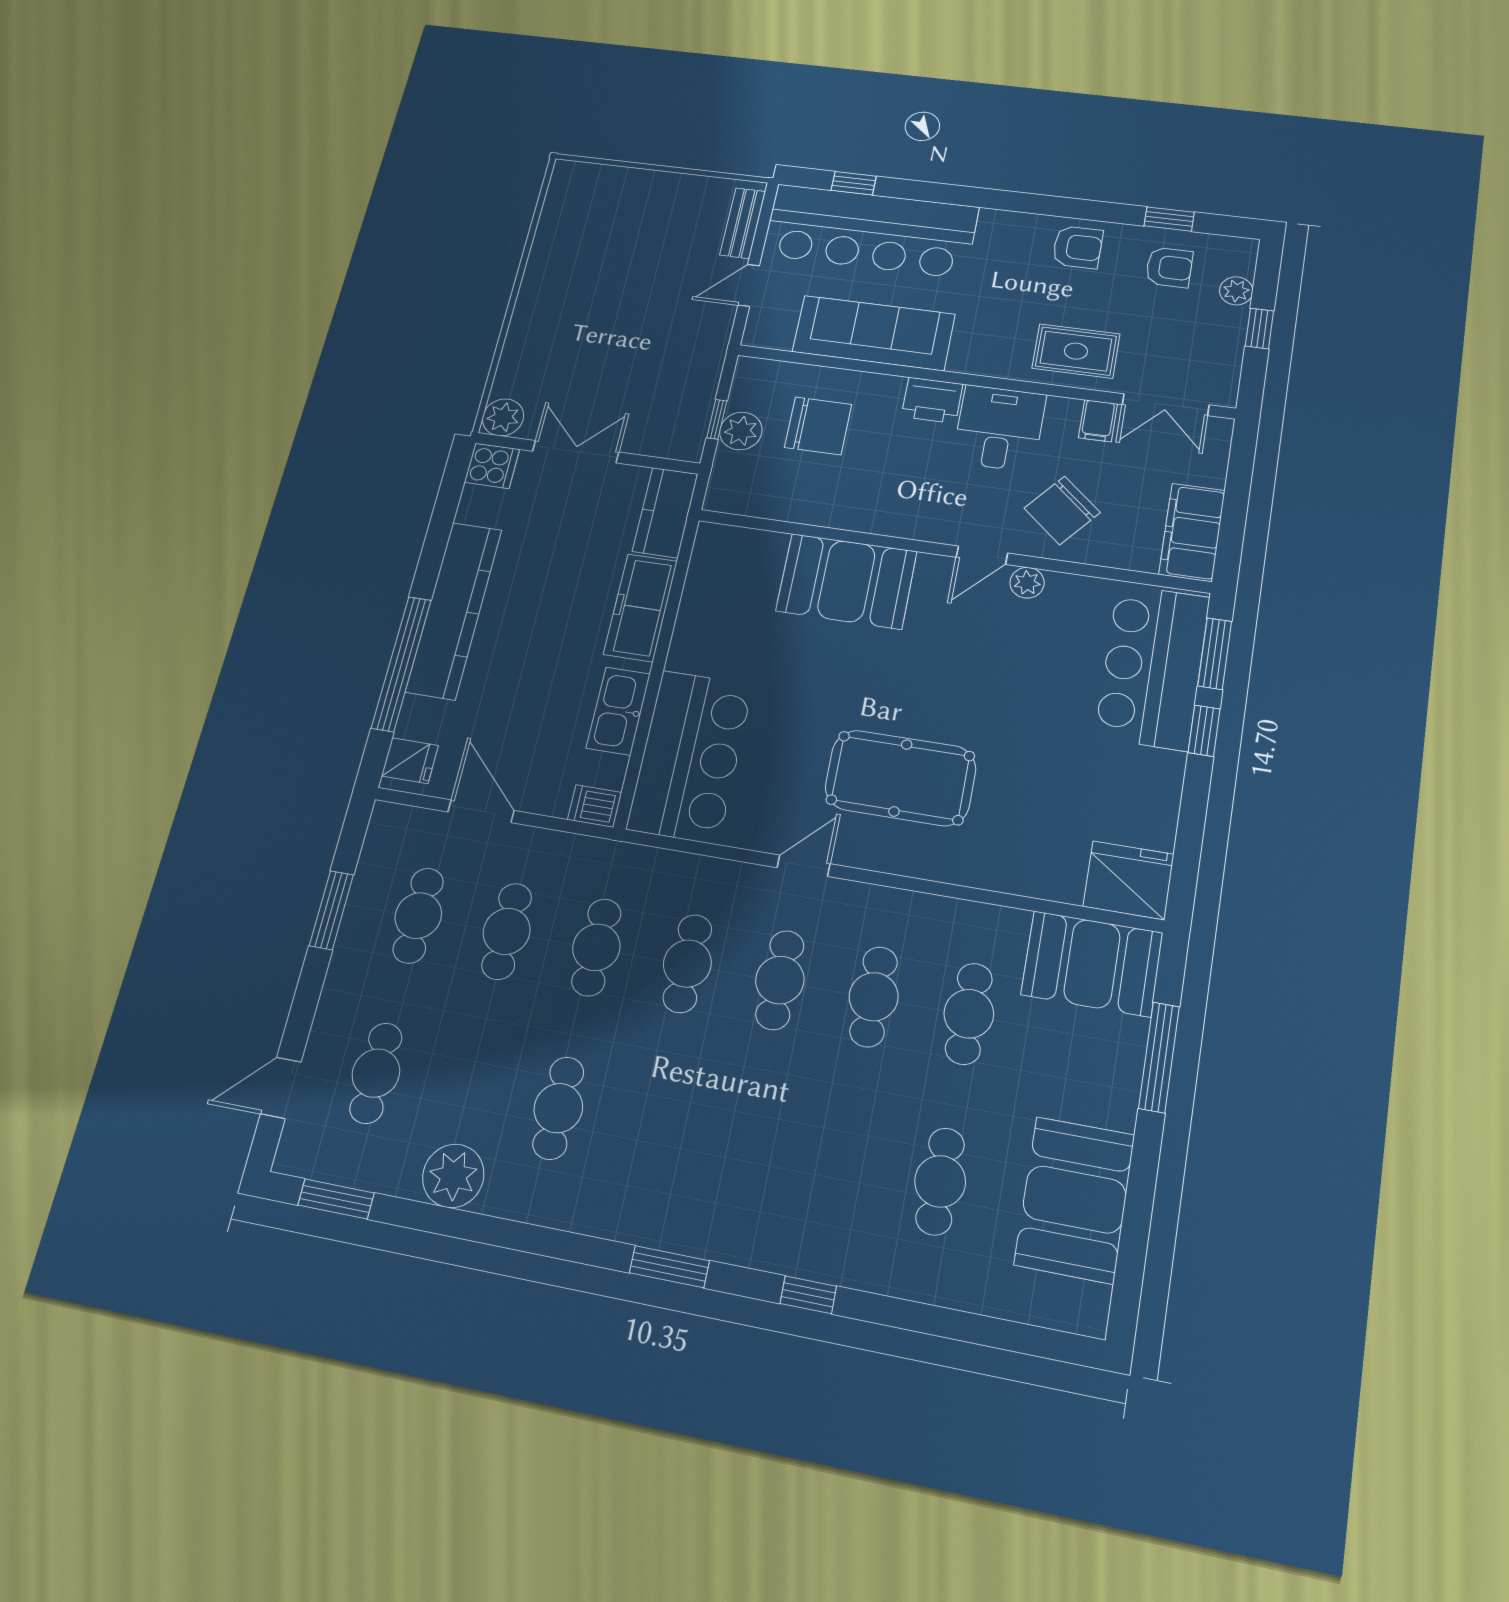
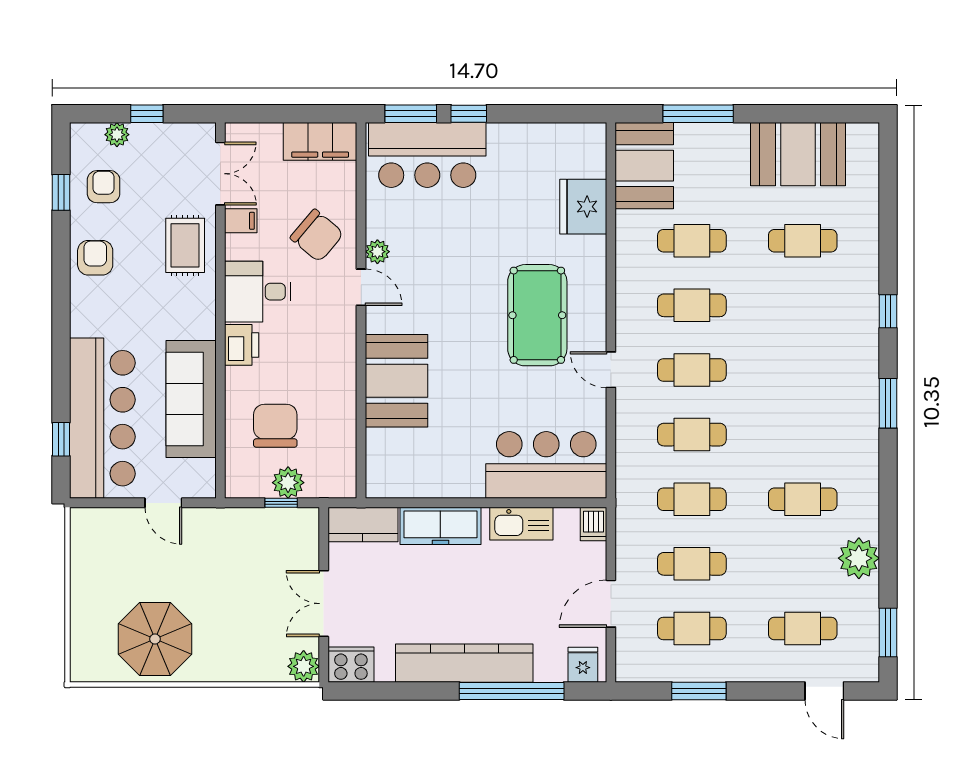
bench: (743, 223) -> (109, 519), removed
parasol: (582, 255) -> (155, 639), added
cooker: (492, 466) -> (351, 665), width x1.36
fridge: (1129, 880) -> (583, 207), moved

